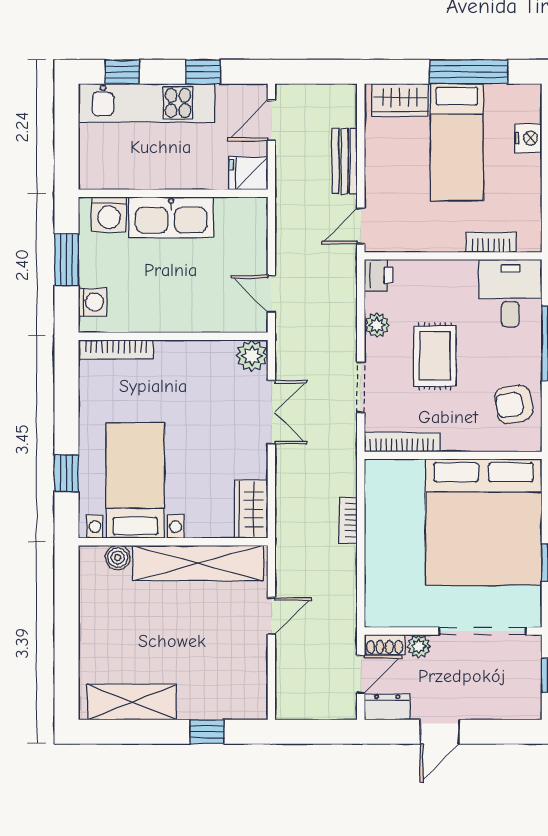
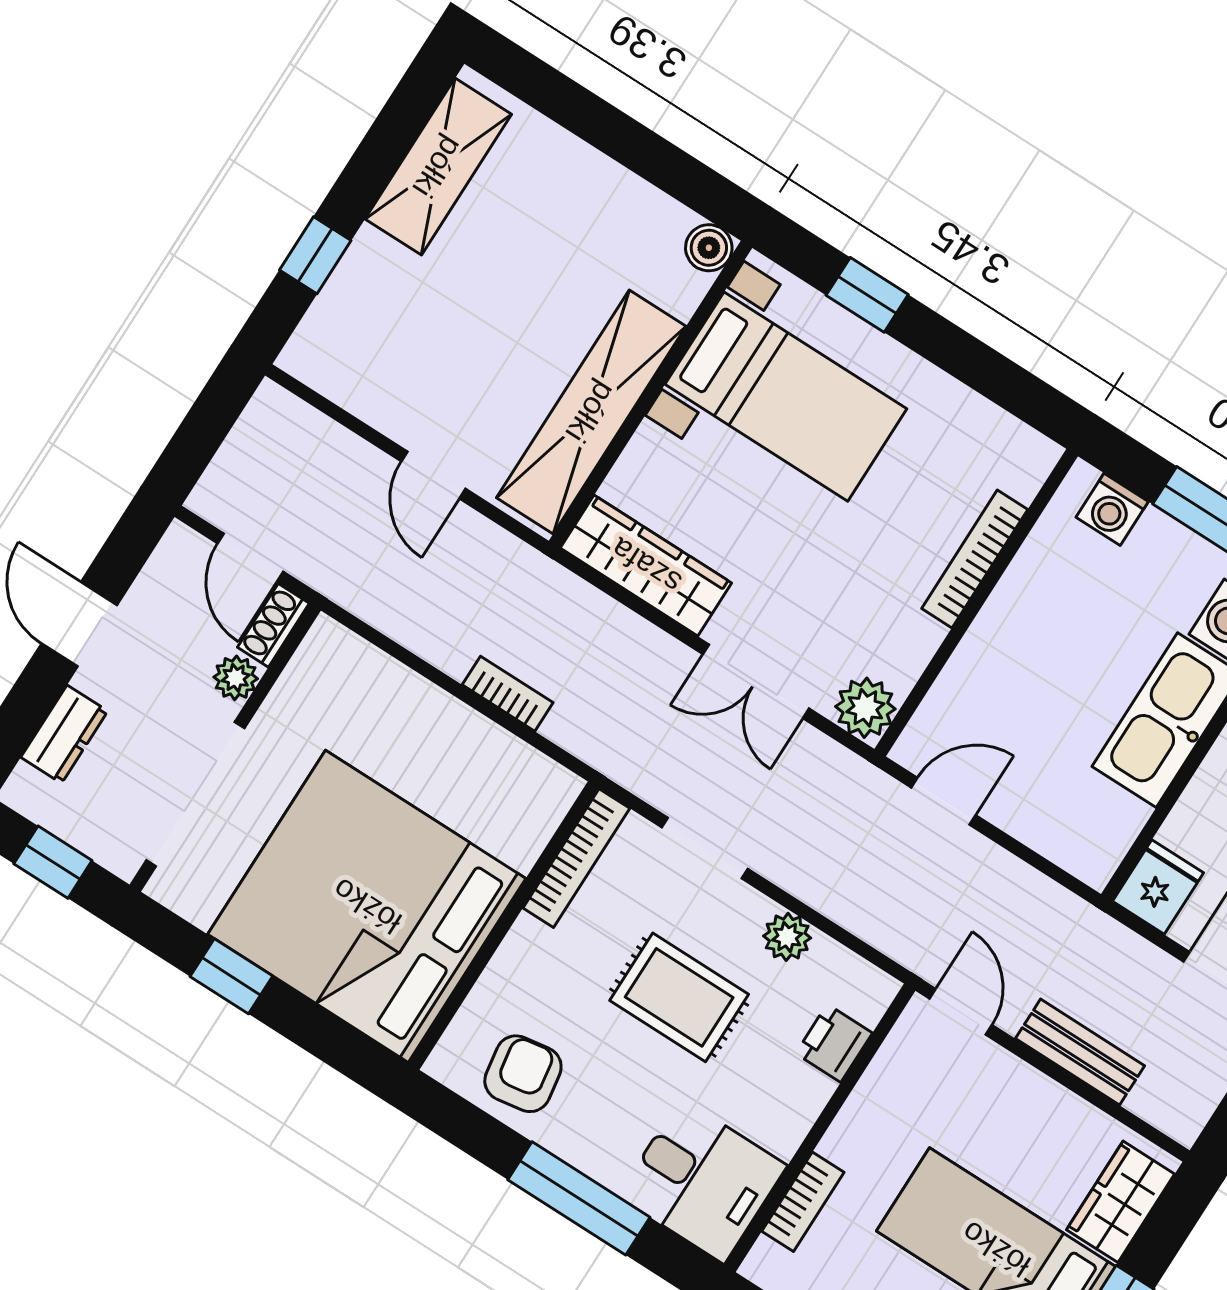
printer: (379, 275) -> (834, 1043), moved, turned 90
bookcase: (116, 349) -> (975, 559), moved
wardrobe: (251, 509) -> (646, 566), width x1.50
boiler: (118, 558) -> (709, 248), moved
dresser: (387, 707) -> (64, 734), moved

